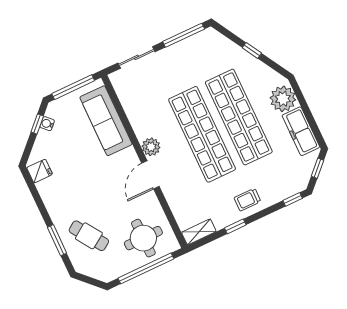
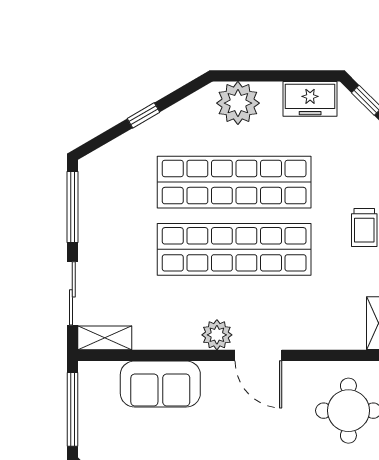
shelving: (121, 86) -> (105, 338), added
sofa: (106, 121) -> (160, 384), width x0.73
freezer: (301, 131) -> (310, 99), width x0.71

